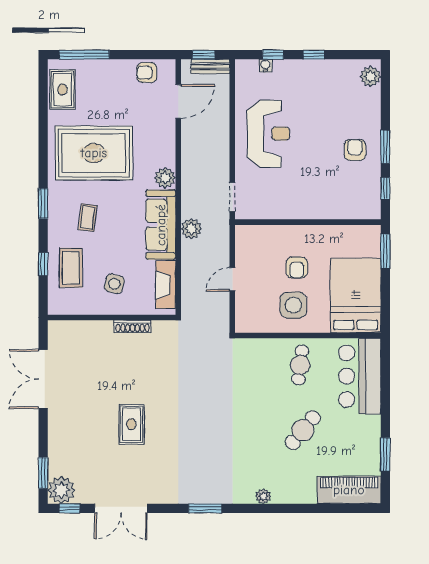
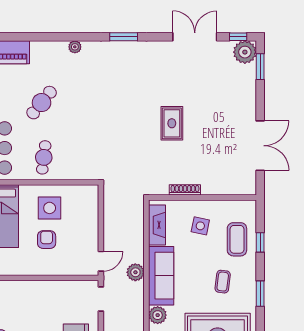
door: (232, 279) -> (101, 261), moved
rug: (131, 424) -> (172, 123), moved

